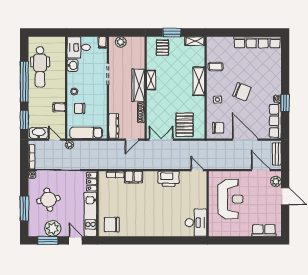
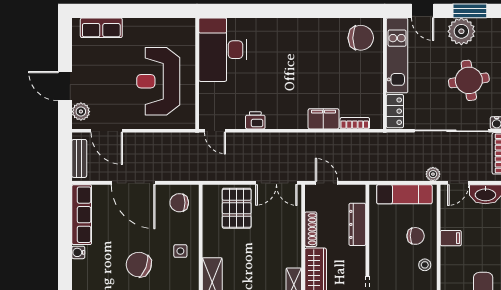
window: (285, 103) -> (65, 245), removed
dresser: (114, 126) -> (357, 224), moved
door: (55, 140) -> (458, 183), hinge flipped
door: (132, 140) -> (327, 183), hinge flipped
printer: (169, 179) -> (255, 120), width x0.53, depth x0.68
desk: (196, 223) -> (223, 50), width x1.36, depth x1.30

